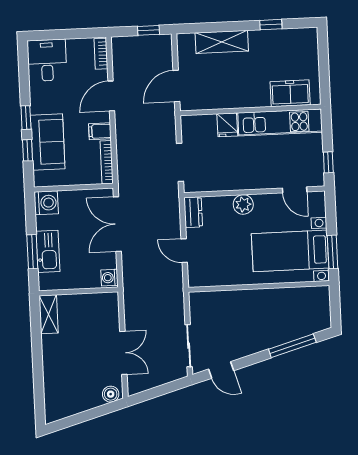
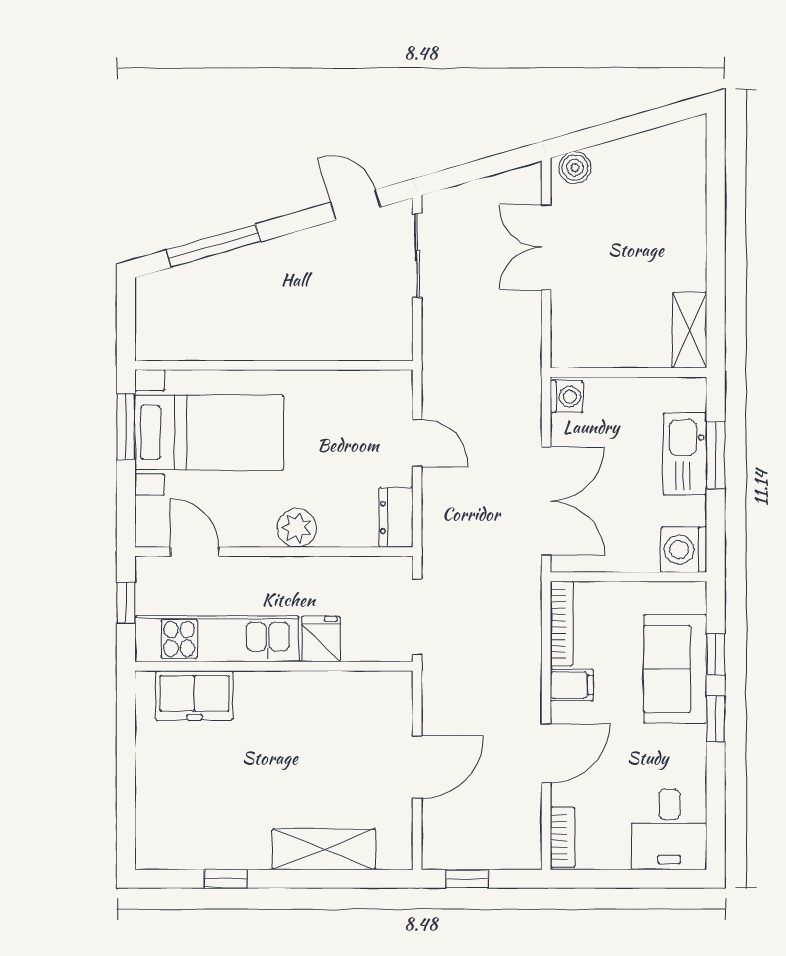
freezer: (290, 93) -> (194, 695), moved
wall: (251, 110) -> (274, 666), moved
kitchen unit: (280, 123) -> (217, 639), moved
fridge: (227, 125) -> (321, 639), moved

